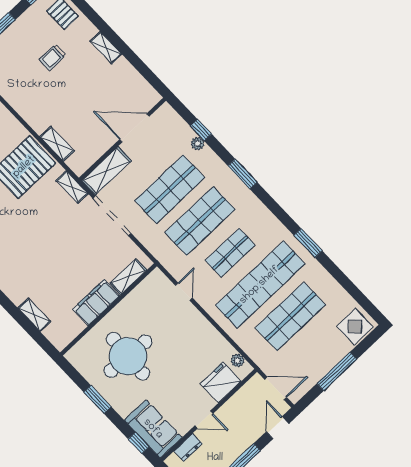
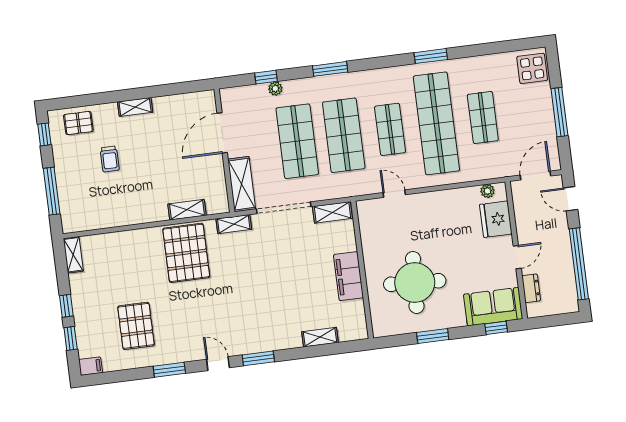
shelving: (128, 277) -> (332, 212), moved, turned 90
shop shelf: (290, 316) -> (483, 117), width x0.70, depth x0.74

